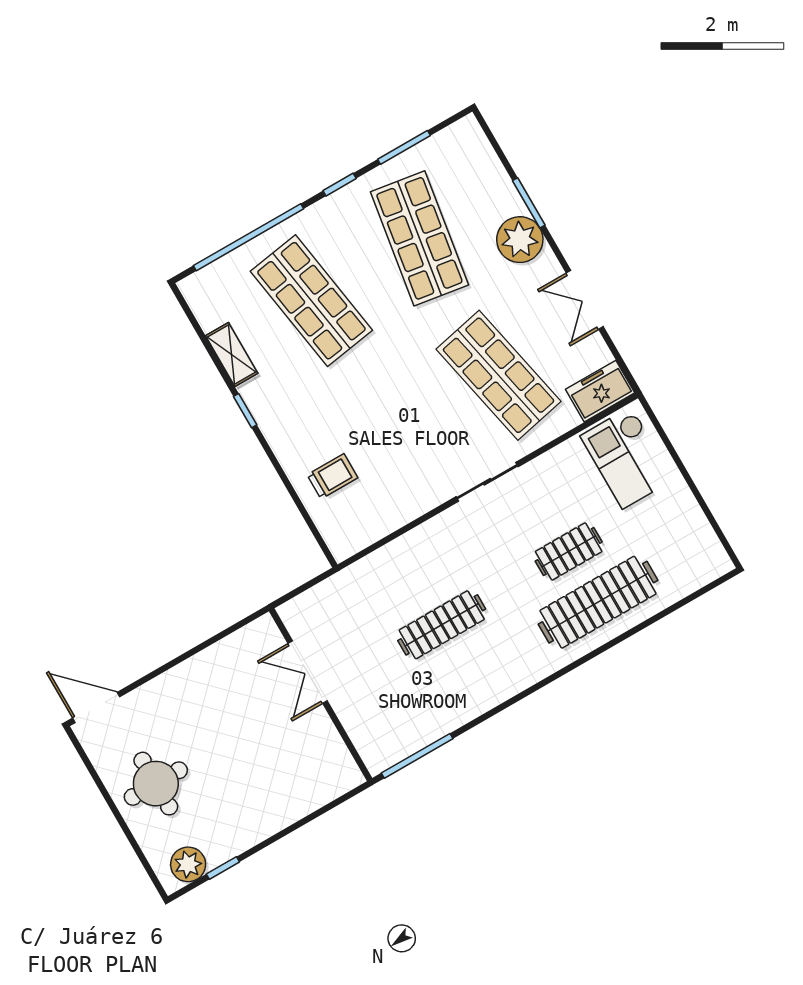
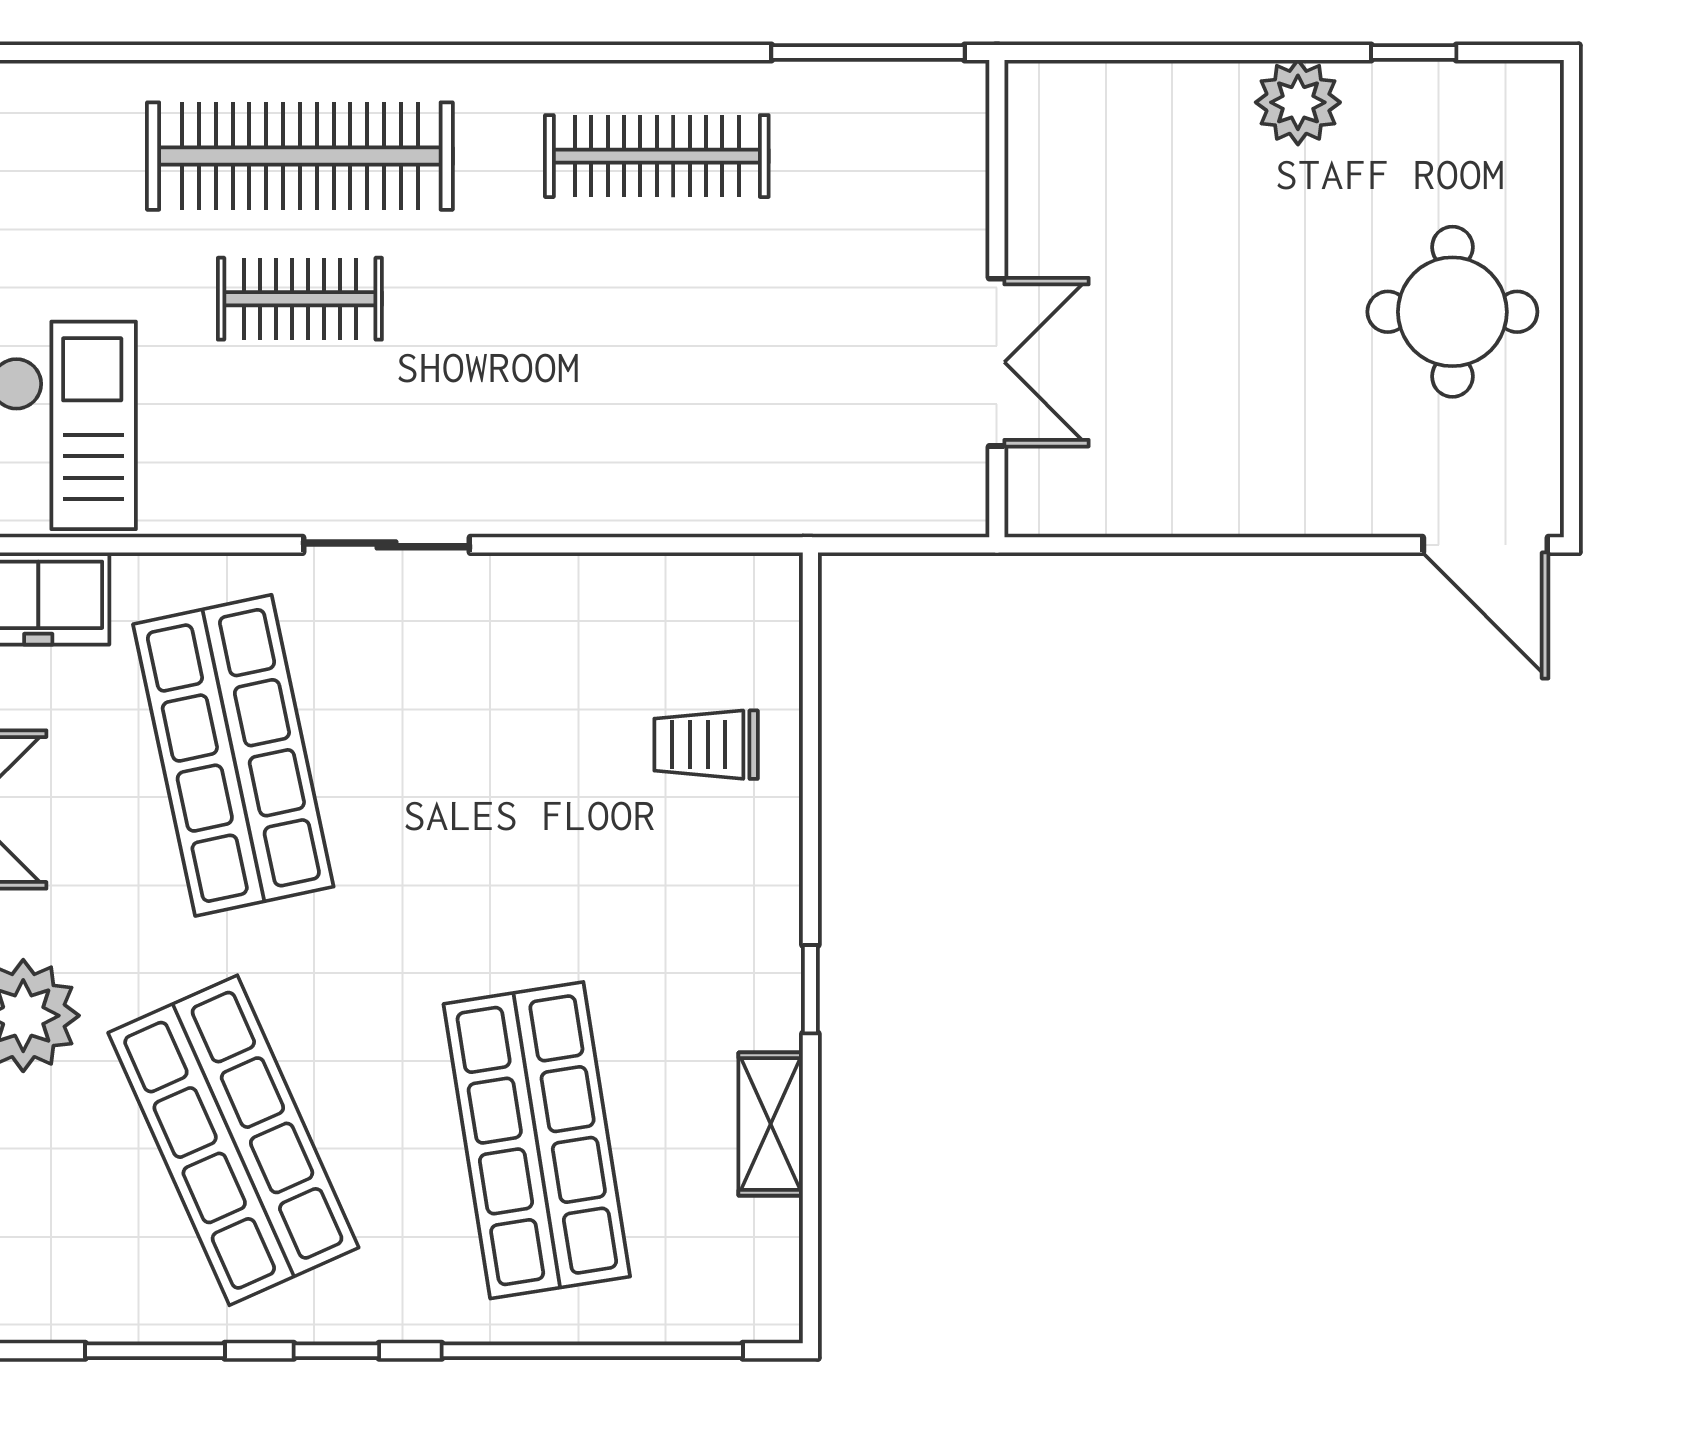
shop shelf: (419, 238) -> (233, 1140), turned -33
clothes rail: (442, 625) -> (657, 156), moved
plant: (188, 864) -> (1298, 102), moved

